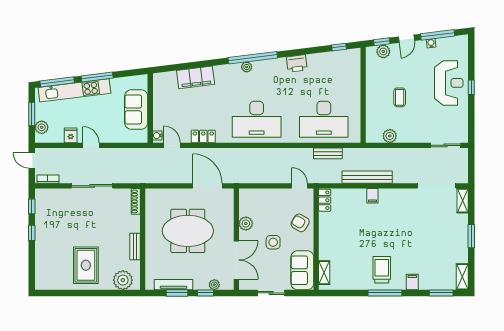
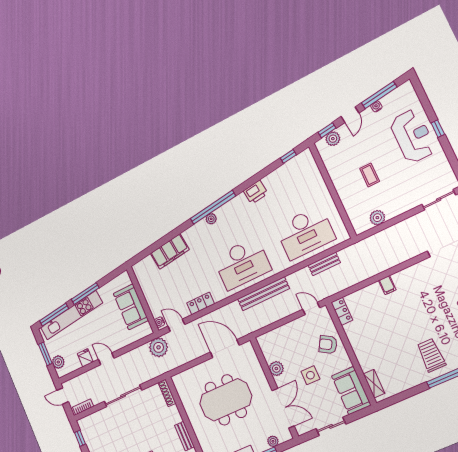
plant: (146, 158) -> (159, 347), added
bench: (367, 177) -> (263, 294), moved

